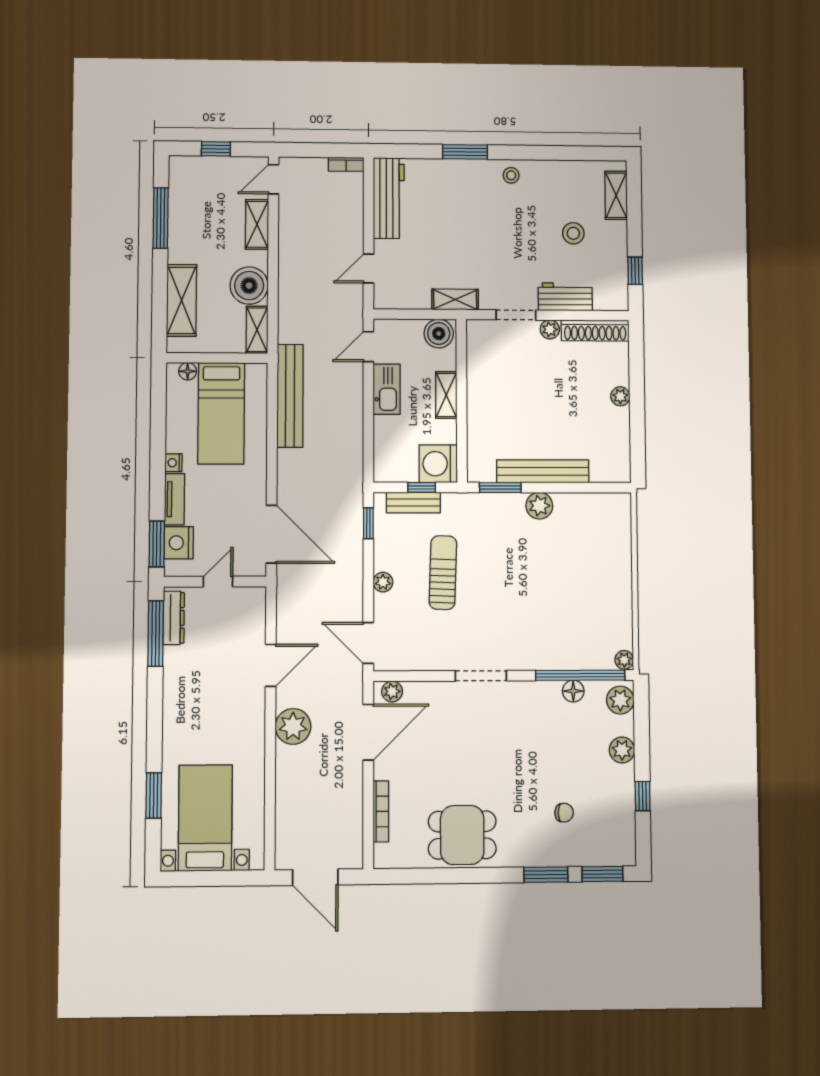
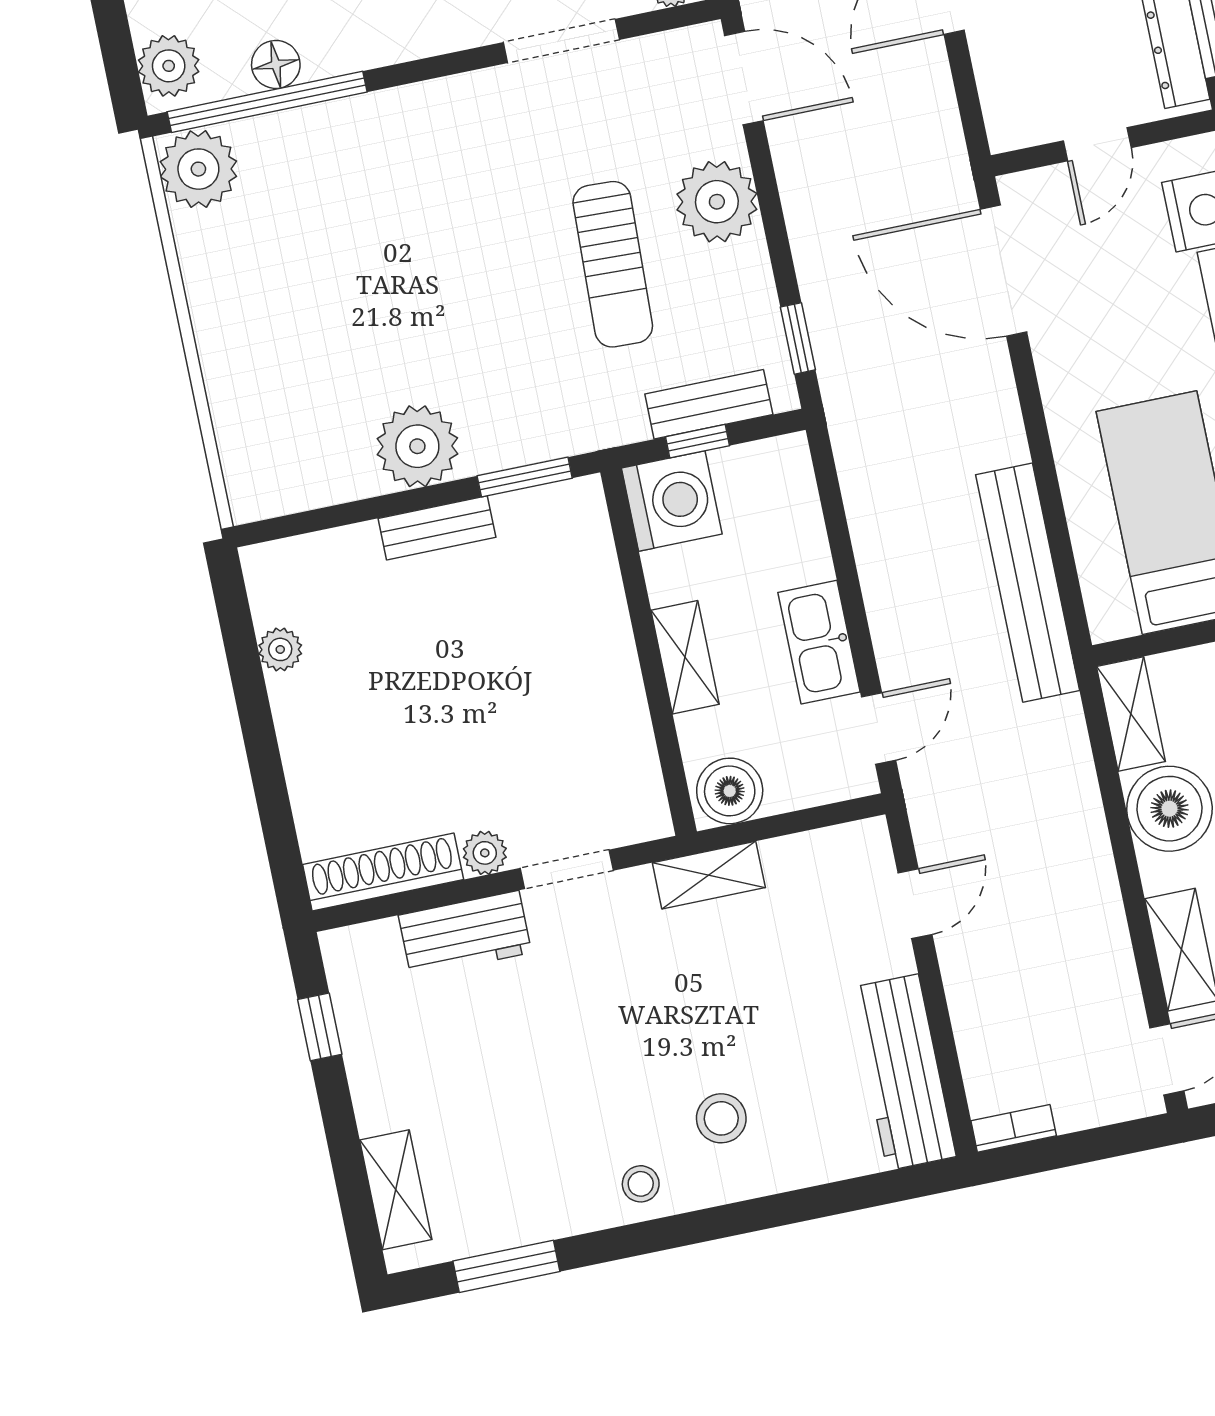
window: (465, 152) -> (506, 1266), moved
stool: (573, 233) -> (721, 1118), moved
plant: (620, 396) -> (280, 649), moved
bench: (543, 471) -> (437, 528), width x0.54, depth x0.82
plant: (539, 506) -> (417, 446), width x1.36, depth x1.36
plant: (383, 582) -> (717, 202), width x1.87, depth x1.87
plant: (624, 660) -> (198, 169), width x1.88, depth x1.88
doorway: (481, 676) -> (561, 41), moved

